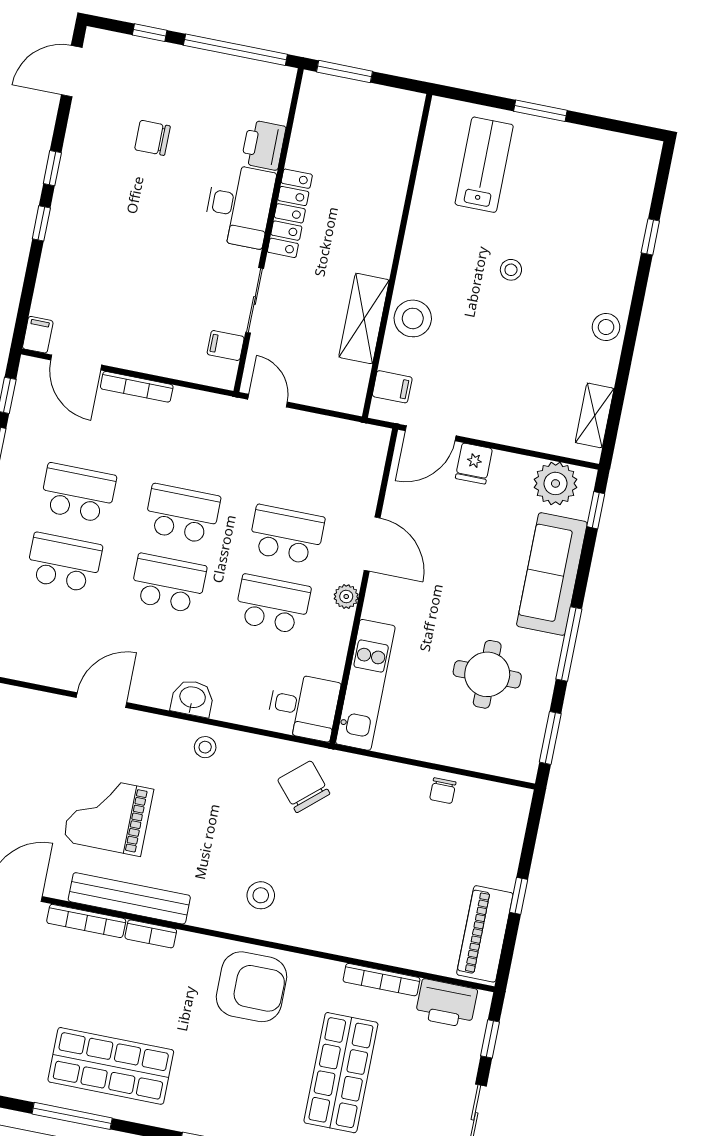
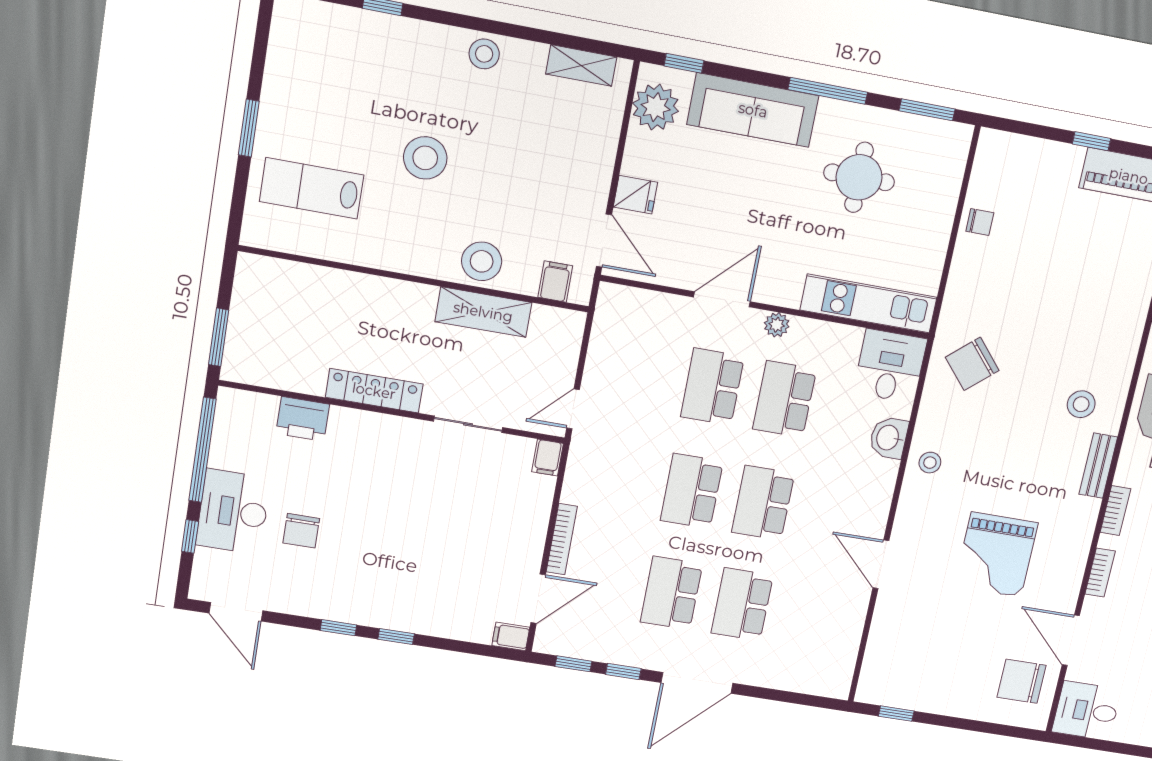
desk: (239, 206) -> (233, 512), moved, turned -90
stool: (511, 270) -> (425, 158), width x1.89, depth x1.89
filing cabinet: (226, 345) -> (548, 458), moved
washbasin: (192, 698) -> (889, 438), moved
bench: (129, 898) -> (1098, 466), moved, width x0.54, depth x0.82
bookcase: (86, 921) -> (1100, 573), width x0.64

